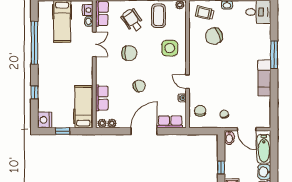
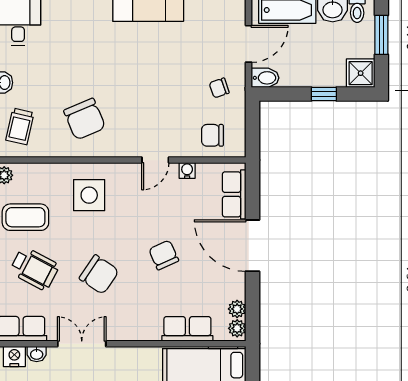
wheelchair: (132, 20) -> (34, 269), turned -117
chair: (214, 36) -> (85, 119), moved
chair: (129, 53) -> (99, 275), turned 124

